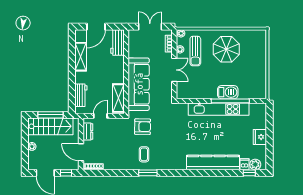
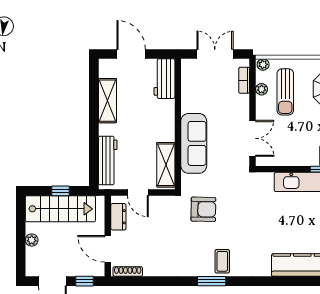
door: (96, 27) -> (131, 54), swing flipped
double door: (174, 70) -> (253, 138), moved
sofa: (139, 84) -> (194, 143), width x0.74, depth x0.79
workbench: (81, 95) -> (108, 160), width x1.38
window: (50, 115) -> (61, 191), width x0.46
door: (100, 116) -> (138, 192), swing flipped
coffee table: (144, 154) -> (222, 261), moved

